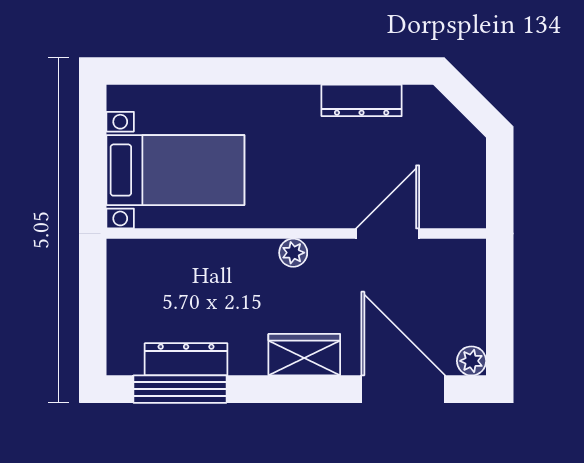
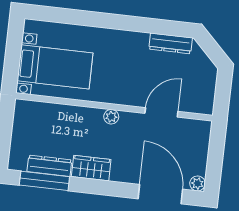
dresser: (362, 100) -> (171, 43), moved
wardrobe: (304, 355) -> (91, 168), moved

